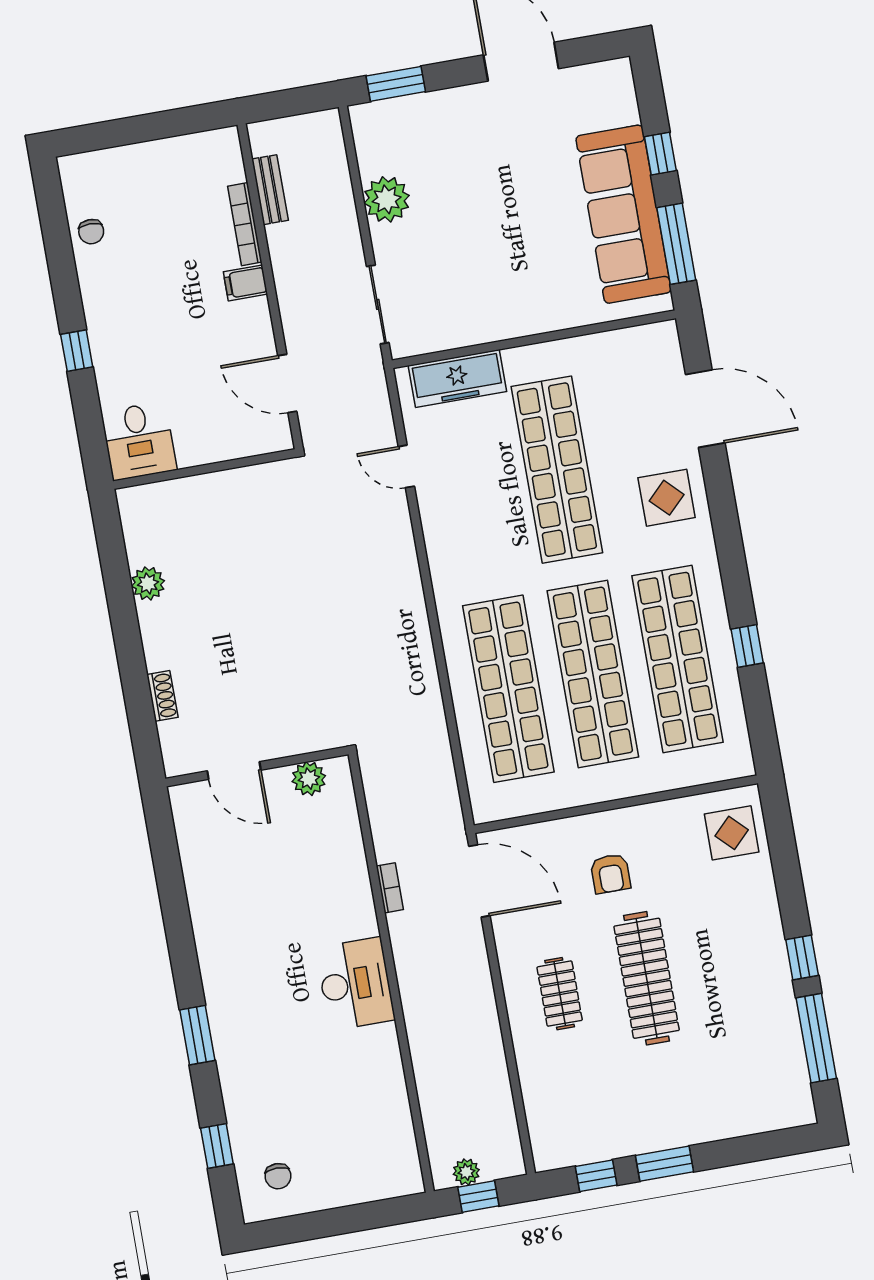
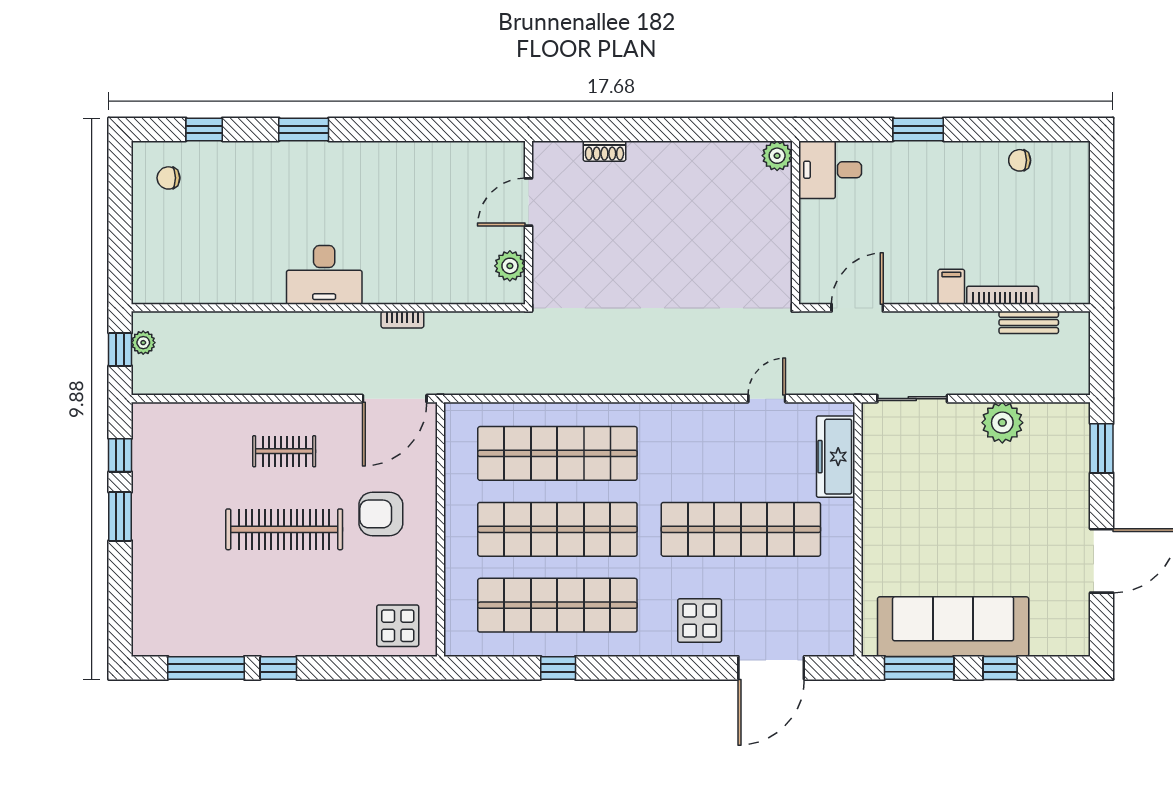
window: (77, 351) -> (918, 129), width x1.50
plant: (148, 583) -> (777, 156), moved
armchair: (610, 874) -> (381, 514), width x1.38, depth x1.38

